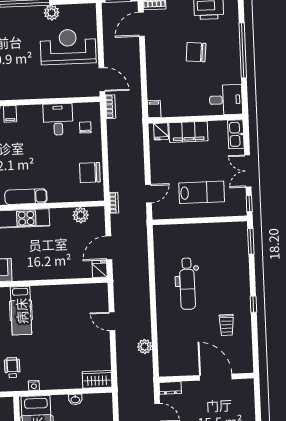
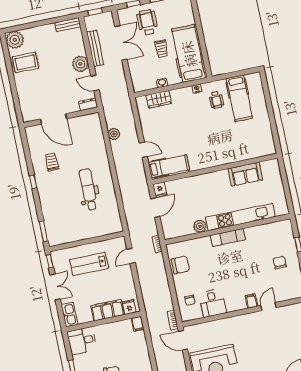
plant: (81, 215) -> (200, 226), moved
hospital bed: (21, 311) -> (169, 166), moved, turned 90
wardrobe: (97, 379) -> (159, 99), moved

